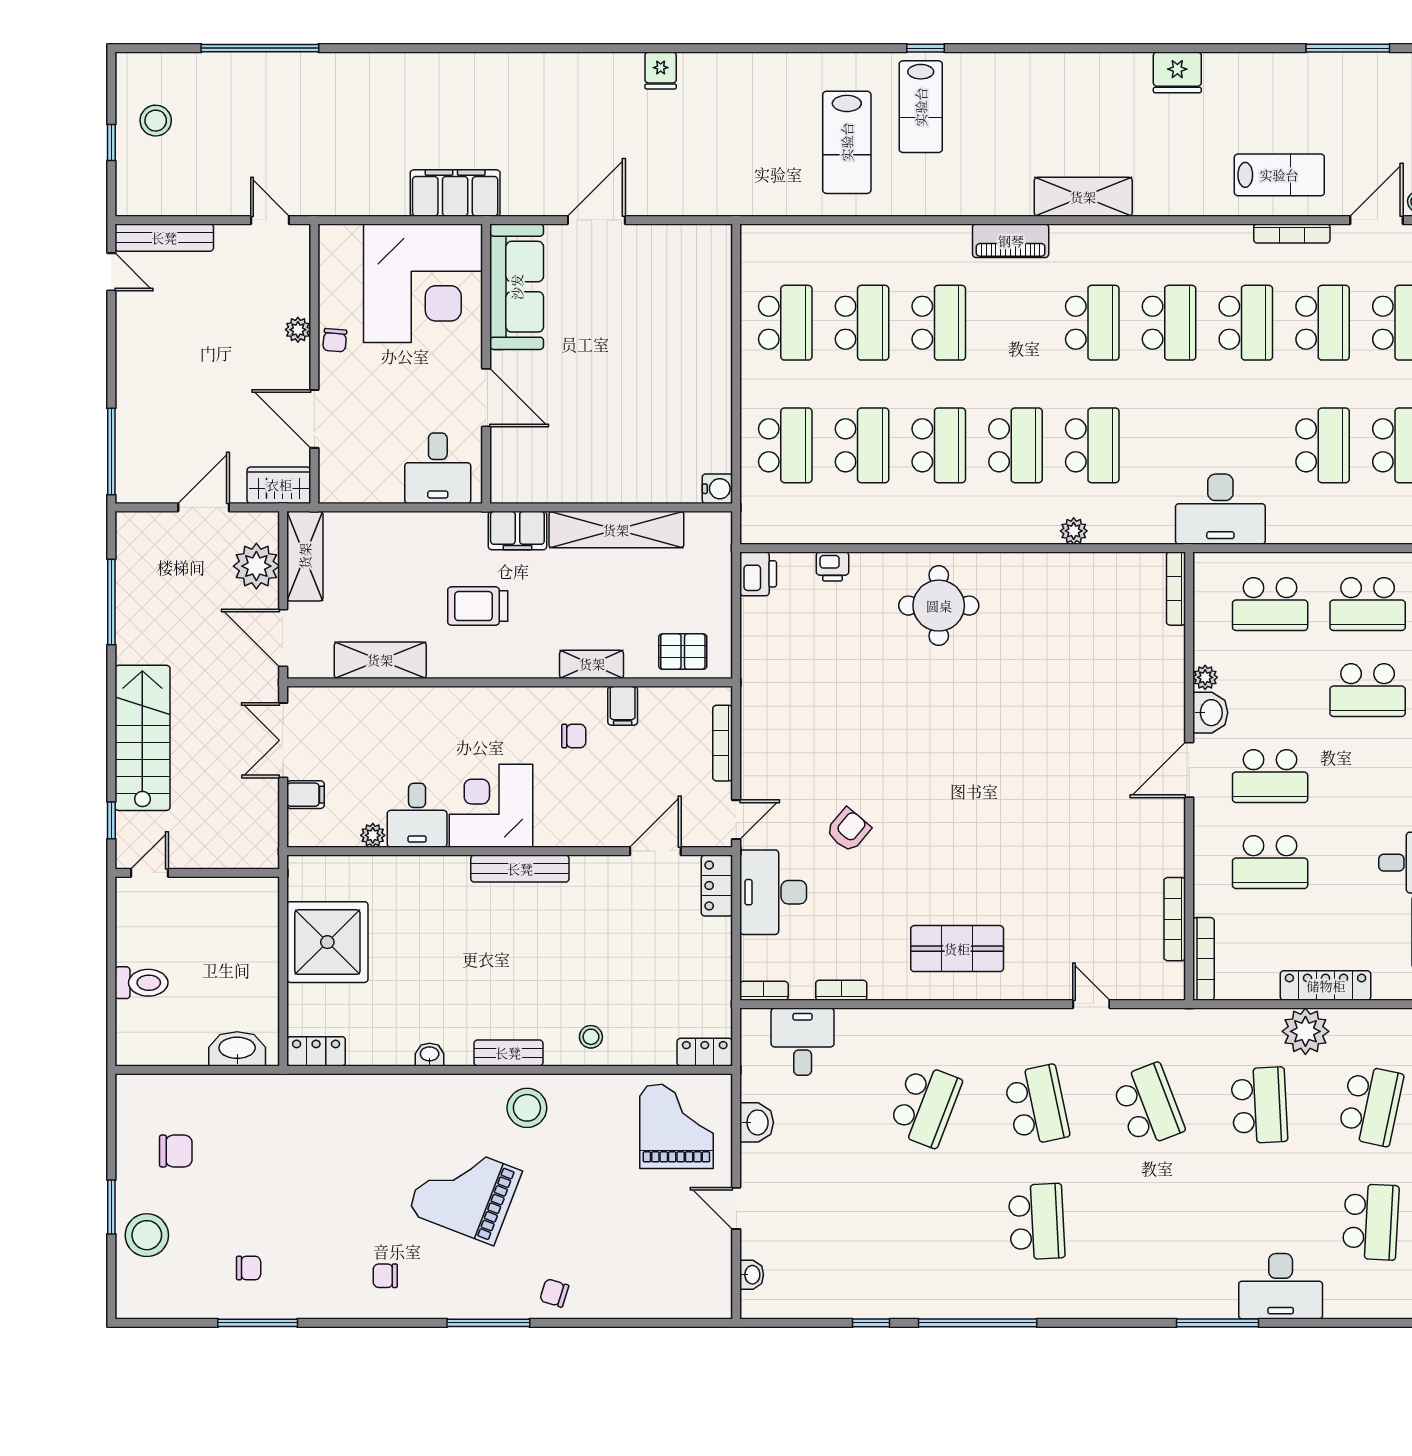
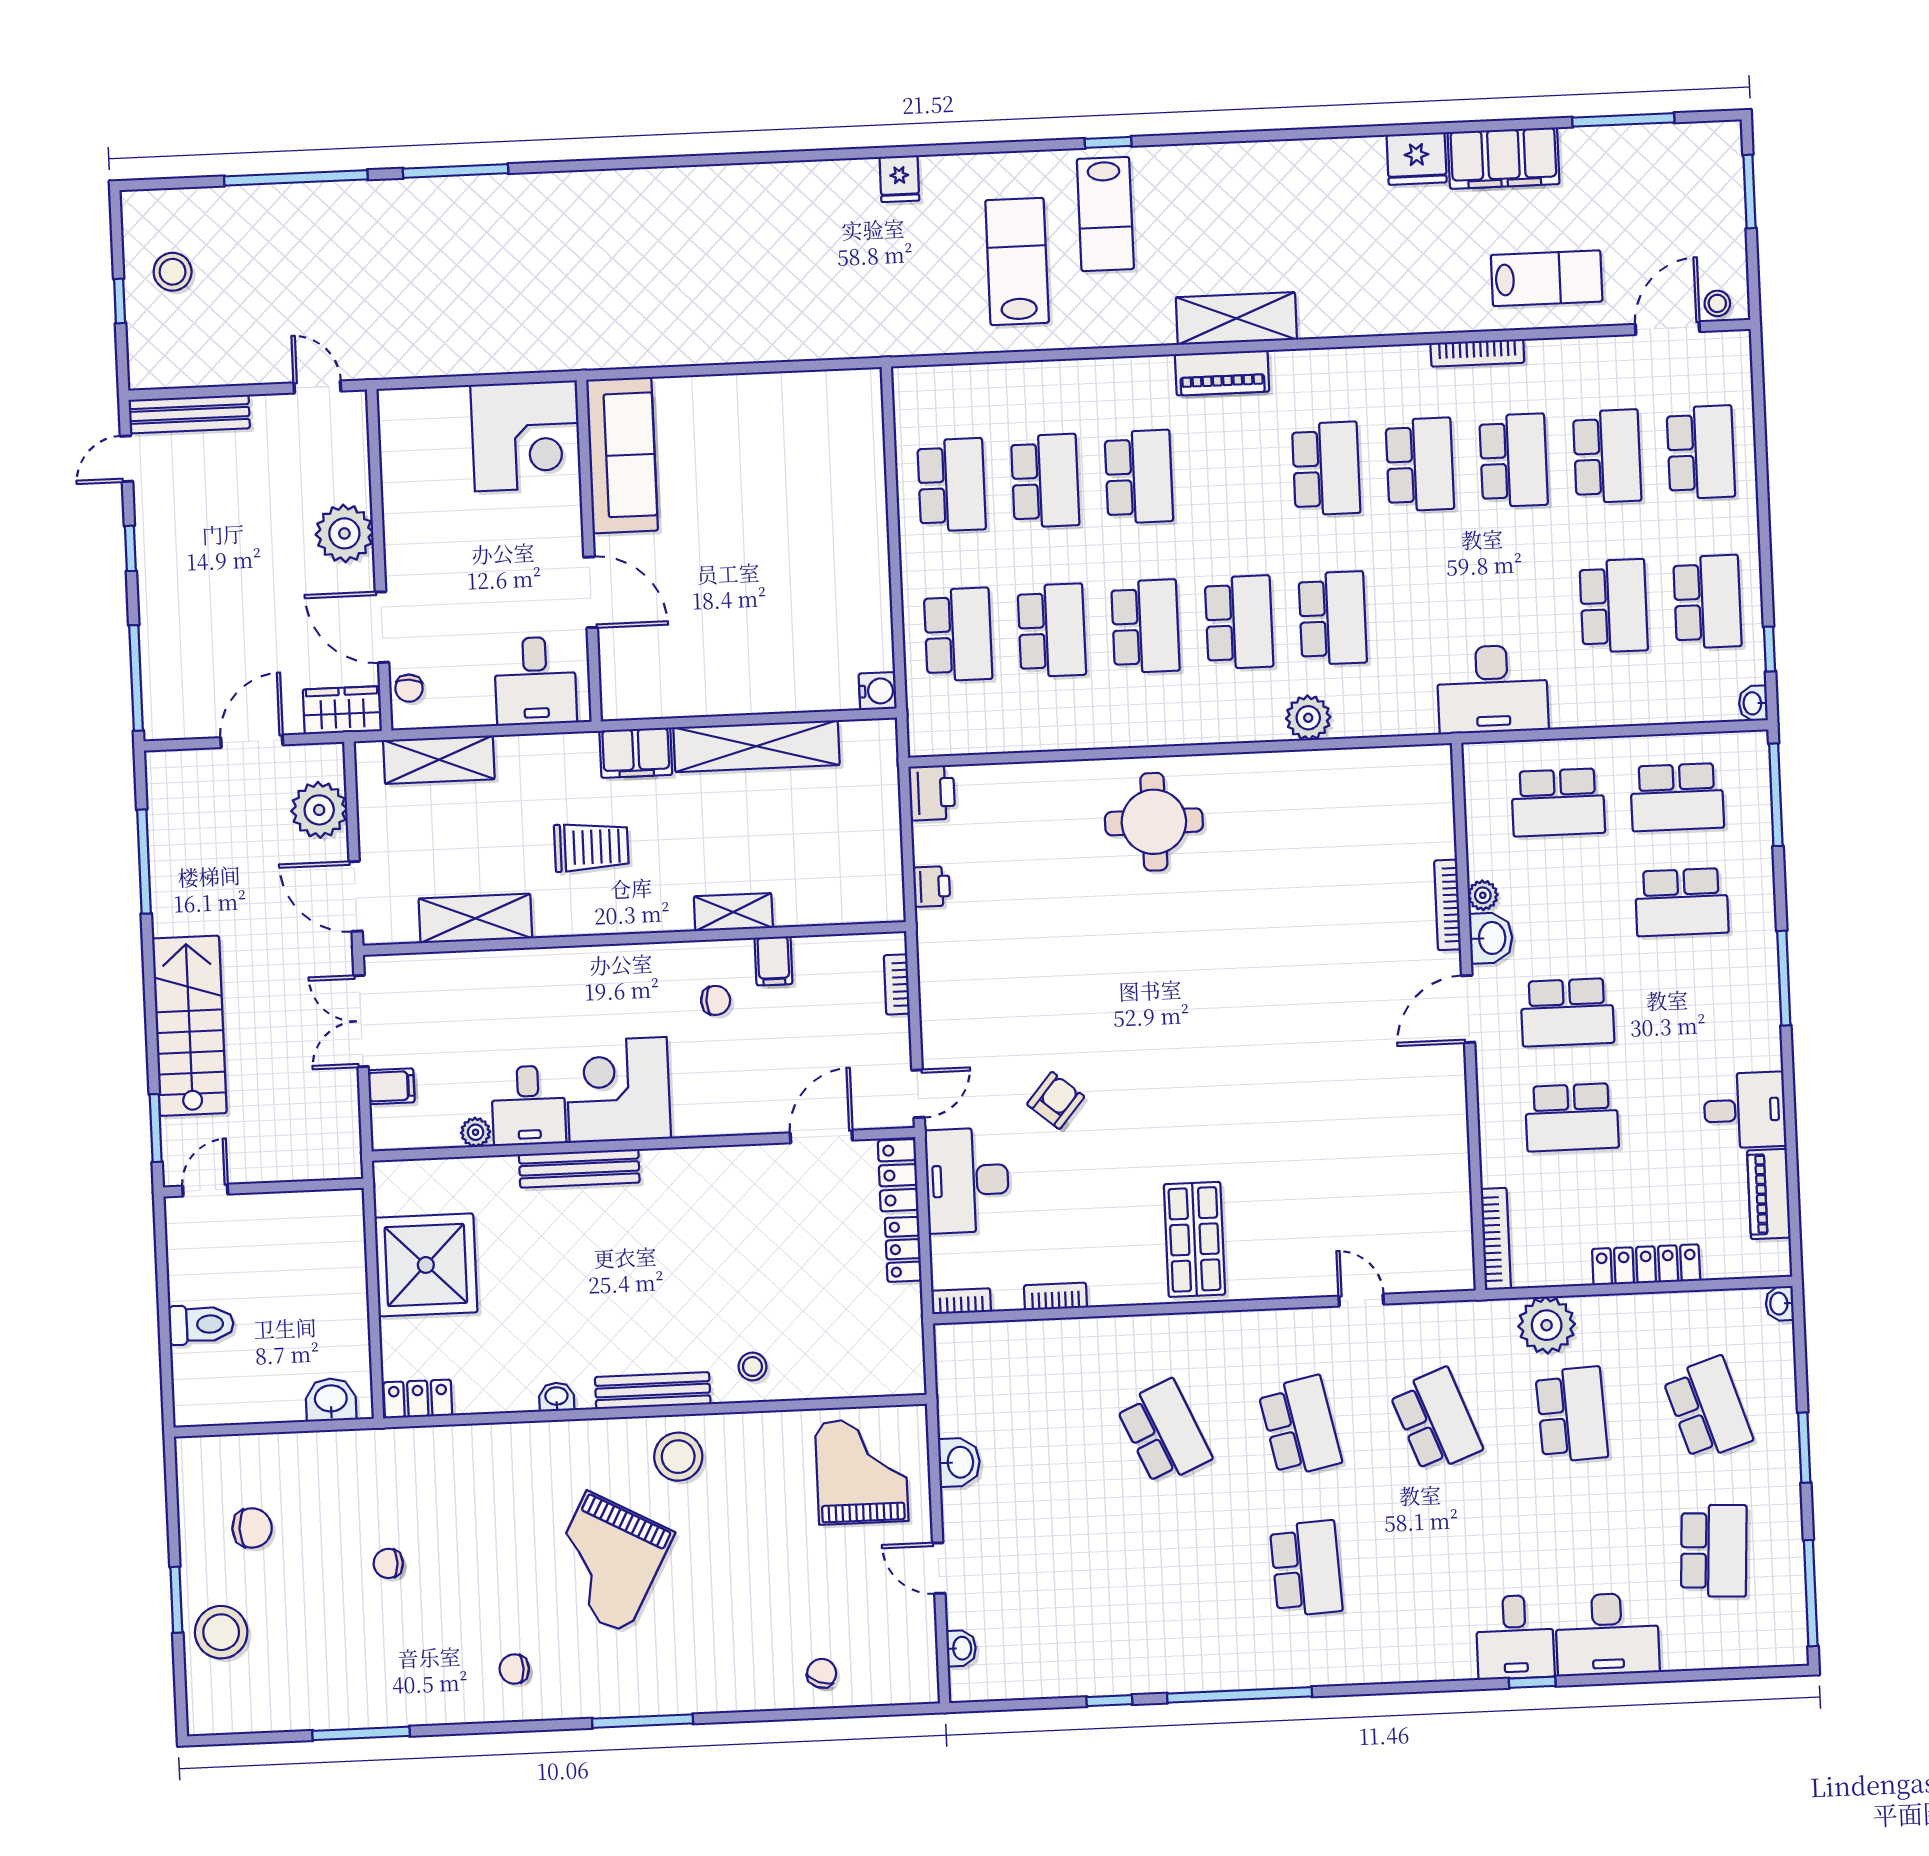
window: (391, 48) -> (456, 171), added
fridge: (661, 70) -> (899, 179), moved
lab bench: (847, 142) -> (1017, 261), turned 180
filing cabinet: (455, 193) -> (1504, 158), moved, turned 180
shelving: (1083, 197) -> (1236, 318), moved
door: (596, 220) -> (716, 370), removed
bookcase: (1292, 233) -> (1477, 353), moved
door: (111, 272) -> (126, 459), swing flipped
corner desk: (423, 283) -> (526, 436), width x0.74, depth x0.74
plant: (298, 330) -> (344, 533), width x1.88, depth x1.88
chair: (335, 340) -> (409, 688), moved
window: (111, 345) -> (130, 548), added
plant: (1074, 531) -> (1308, 718), width x1.38, depth x1.38
shelving: (305, 556) -> (439, 760), moved, turned 90
printer: (832, 566) -> (932, 887), moved, turned -90
bookcase: (1176, 589) -> (1448, 905), moved
trolley: (478, 606) -> (591, 847), turned 180
pallet: (683, 652) -> (844, 892), removed
bookcase: (723, 743) -> (897, 984), width x0.64
window: (111, 820) -> (156, 1128), width x1.50
bench: (520, 869) -> (579, 1168), moved
bookcase: (1175, 919) -> (1459, 1192), removed
shop shelf: (957, 949) -> (1194, 1239), turned 90
plant: (1305, 1031) -> (1547, 1325), moved
desk: (803, 1042) -> (1515, 1637), moved, turned 180
washbasin: (237, 1049) -> (331, 1400), width x0.72
locker: (705, 1052) -> (903, 1249), moved, turned -90
bench: (508, 1053) -> (653, 1391), width x1.36
school desk: (925, 1105) -> (1164, 1432), turned -45
school desk: (1371, 1105) -> (1708, 1409), turned -30
grand piano: (465, 1192) -> (607, 1562), turned -83
chair: (249, 1268) -> (388, 1563), moved, turned 180
chair: (554, 1293) -> (822, 1673), moved, turned 94
window: (1217, 1323) -> (1532, 1682), width x0.46

